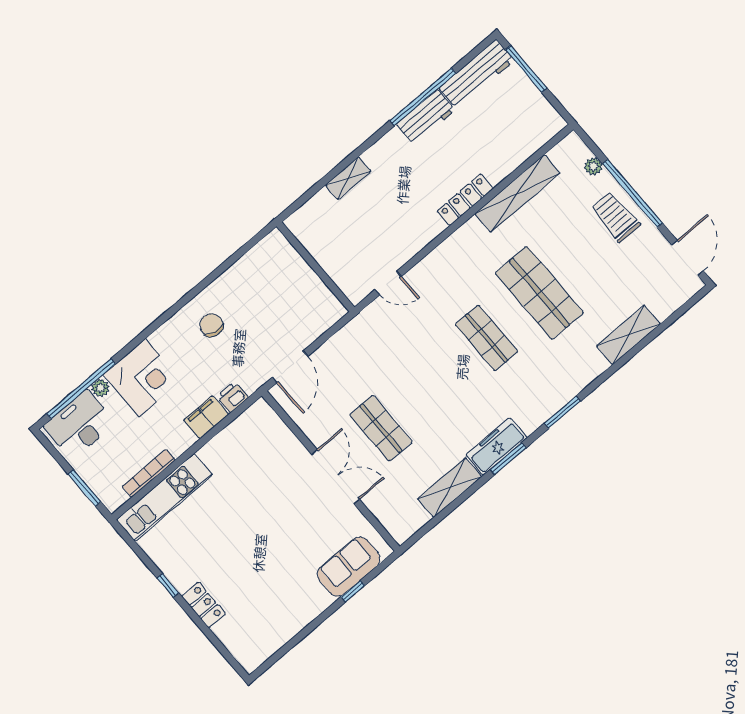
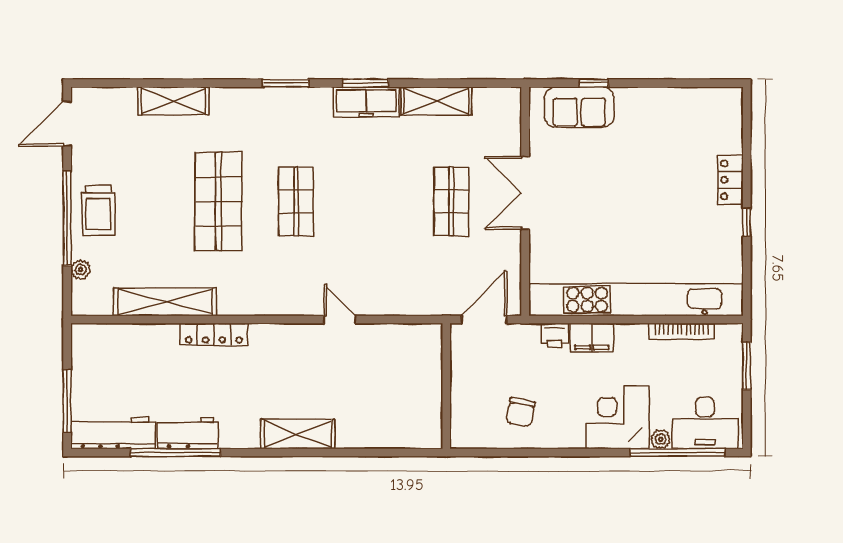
shelving: (348, 178) -> (298, 434), width x1.50, depth x1.33
wall: (316, 267) -> (446, 386), moved
kitchen unit: (164, 497) -> (636, 300), width x1.86

